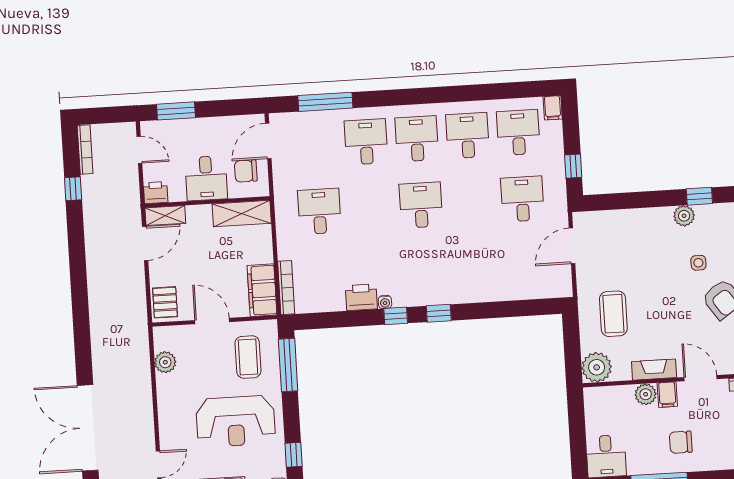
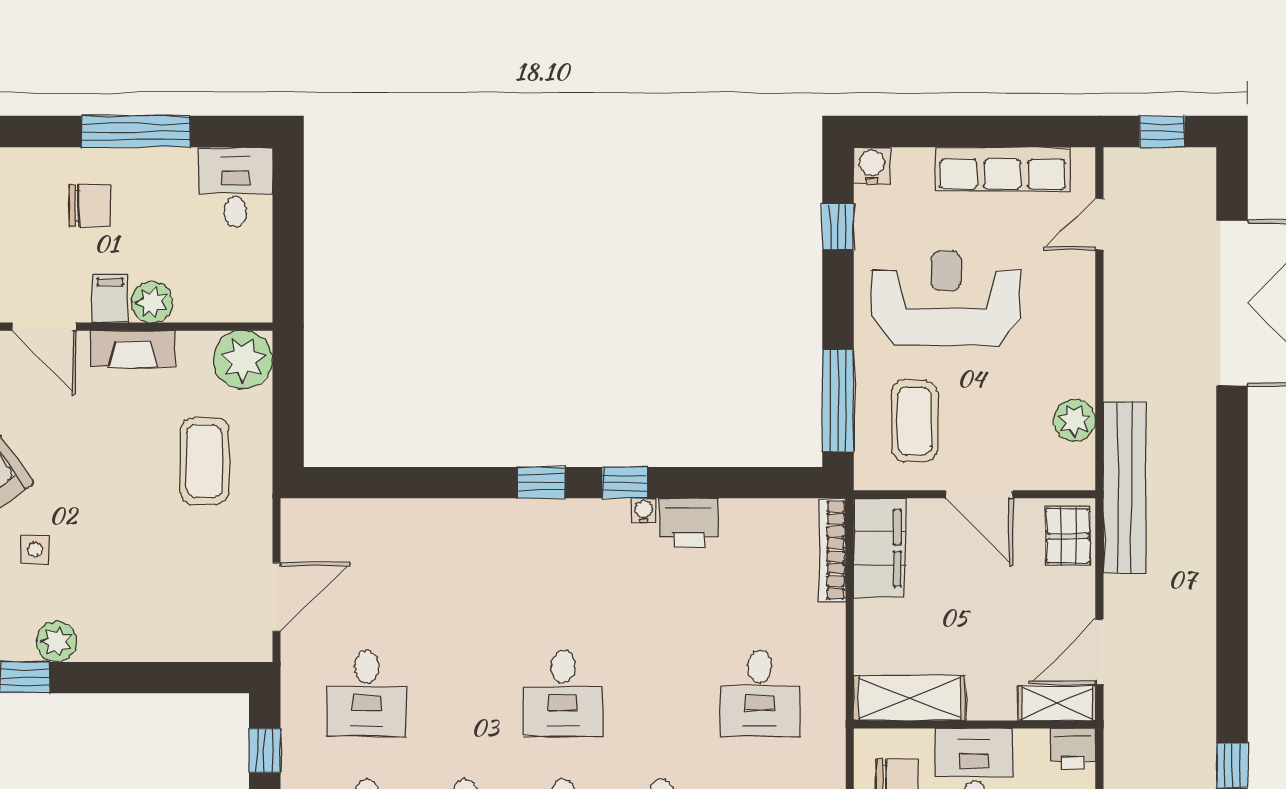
bench: (137, 329) -> (1125, 488), added

